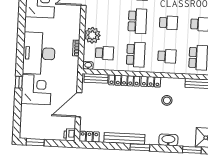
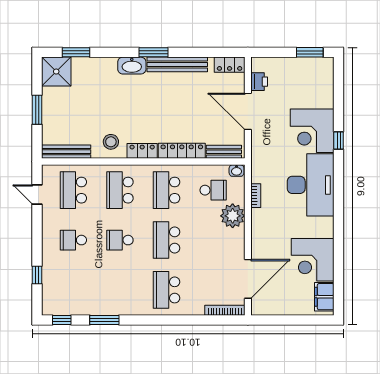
school desk: (105, 53) -> (213, 190), turned 180
school desk: (167, 56) -> (120, 190), width x1.85
stool: (167, 100) -> (111, 142), moved
door: (79, 105) -> (248, 111), swing flipped
printer: (70, 135) -> (259, 82), moved
washbasin: (168, 140) -> (132, 66), moved

